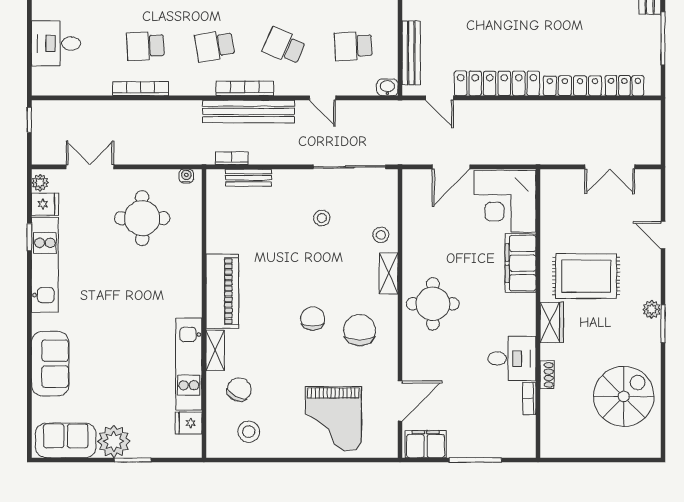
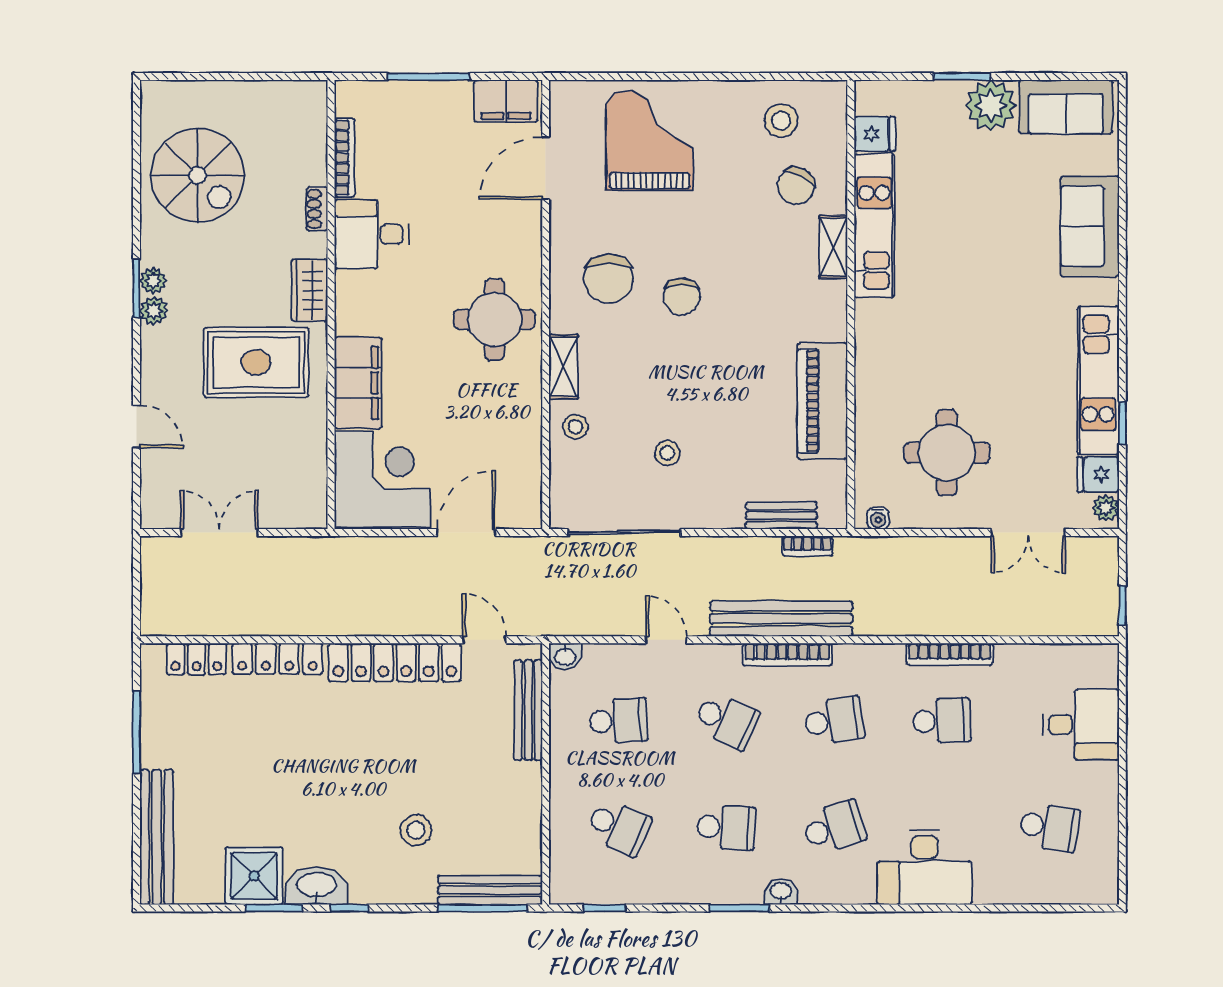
piano: (222, 291) -> (822, 401), moved
plant: (652, 329) -> (153, 281), added
spiral stairs: (624, 396) -> (198, 175), turned -90
bookcase: (529, 399) -> (345, 158), width x1.56

